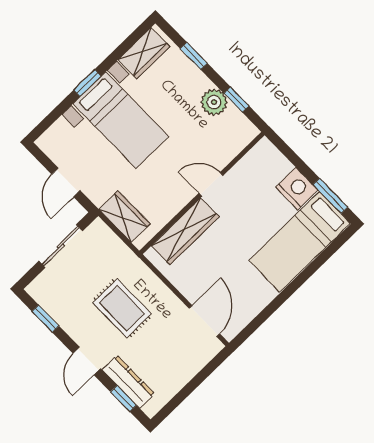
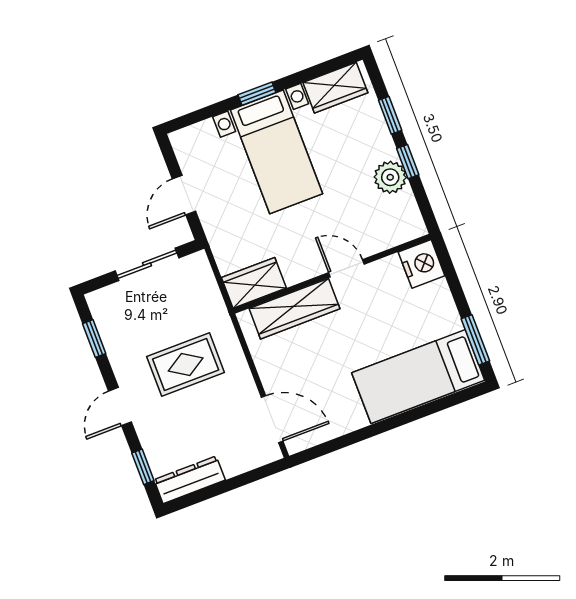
window: (236, 100) -> (408, 162), moved
nightstand: (297, 189) -> (422, 264), moved
wardrobe: (124, 217) -> (254, 283), moved, turned -90
rug: (122, 308) -> (186, 364), turned 90
door: (204, 321) -> (272, 419), hinge flipped
dresser: (128, 382) -> (190, 480), moved, turned -90

